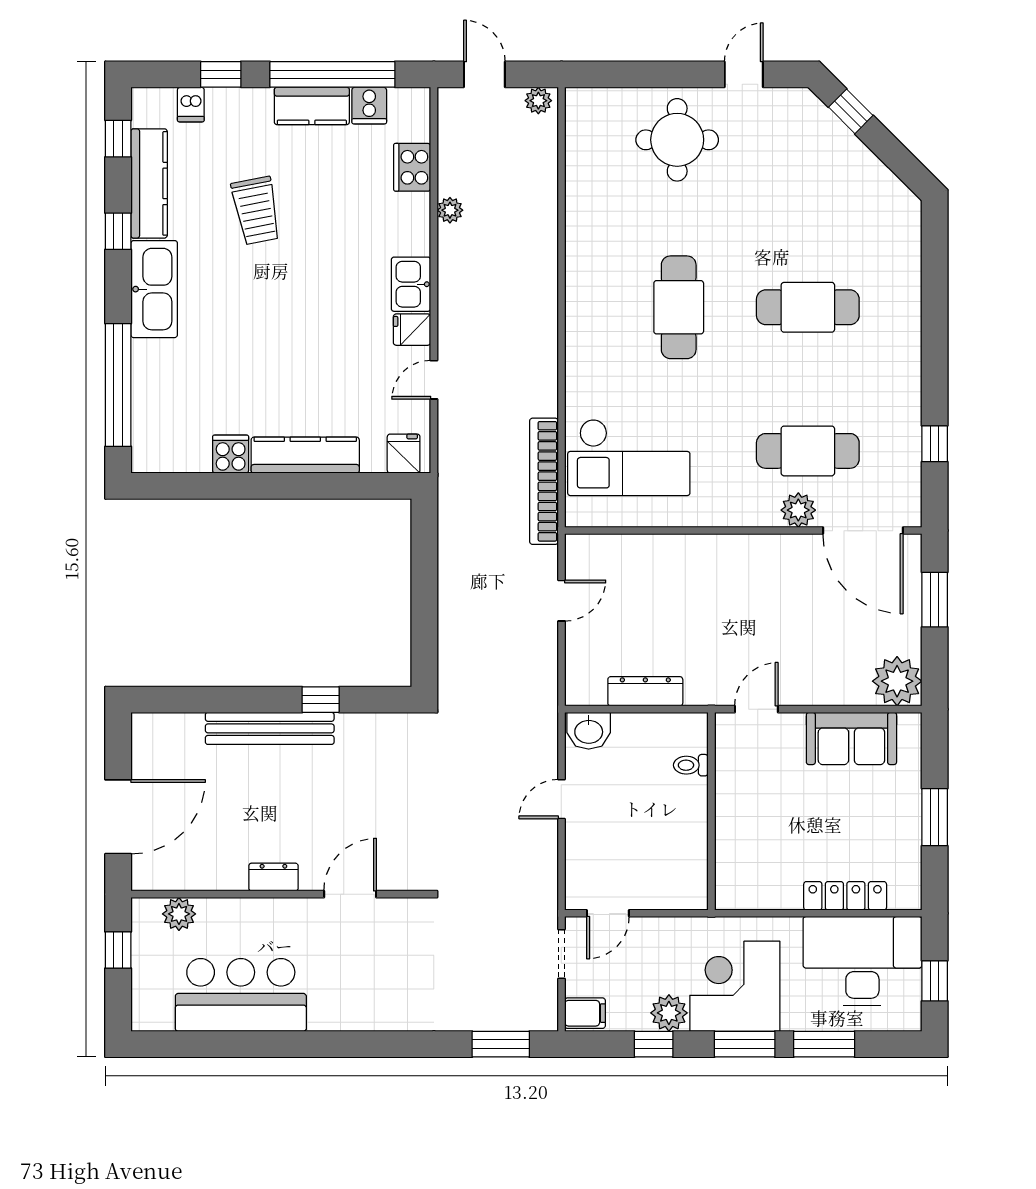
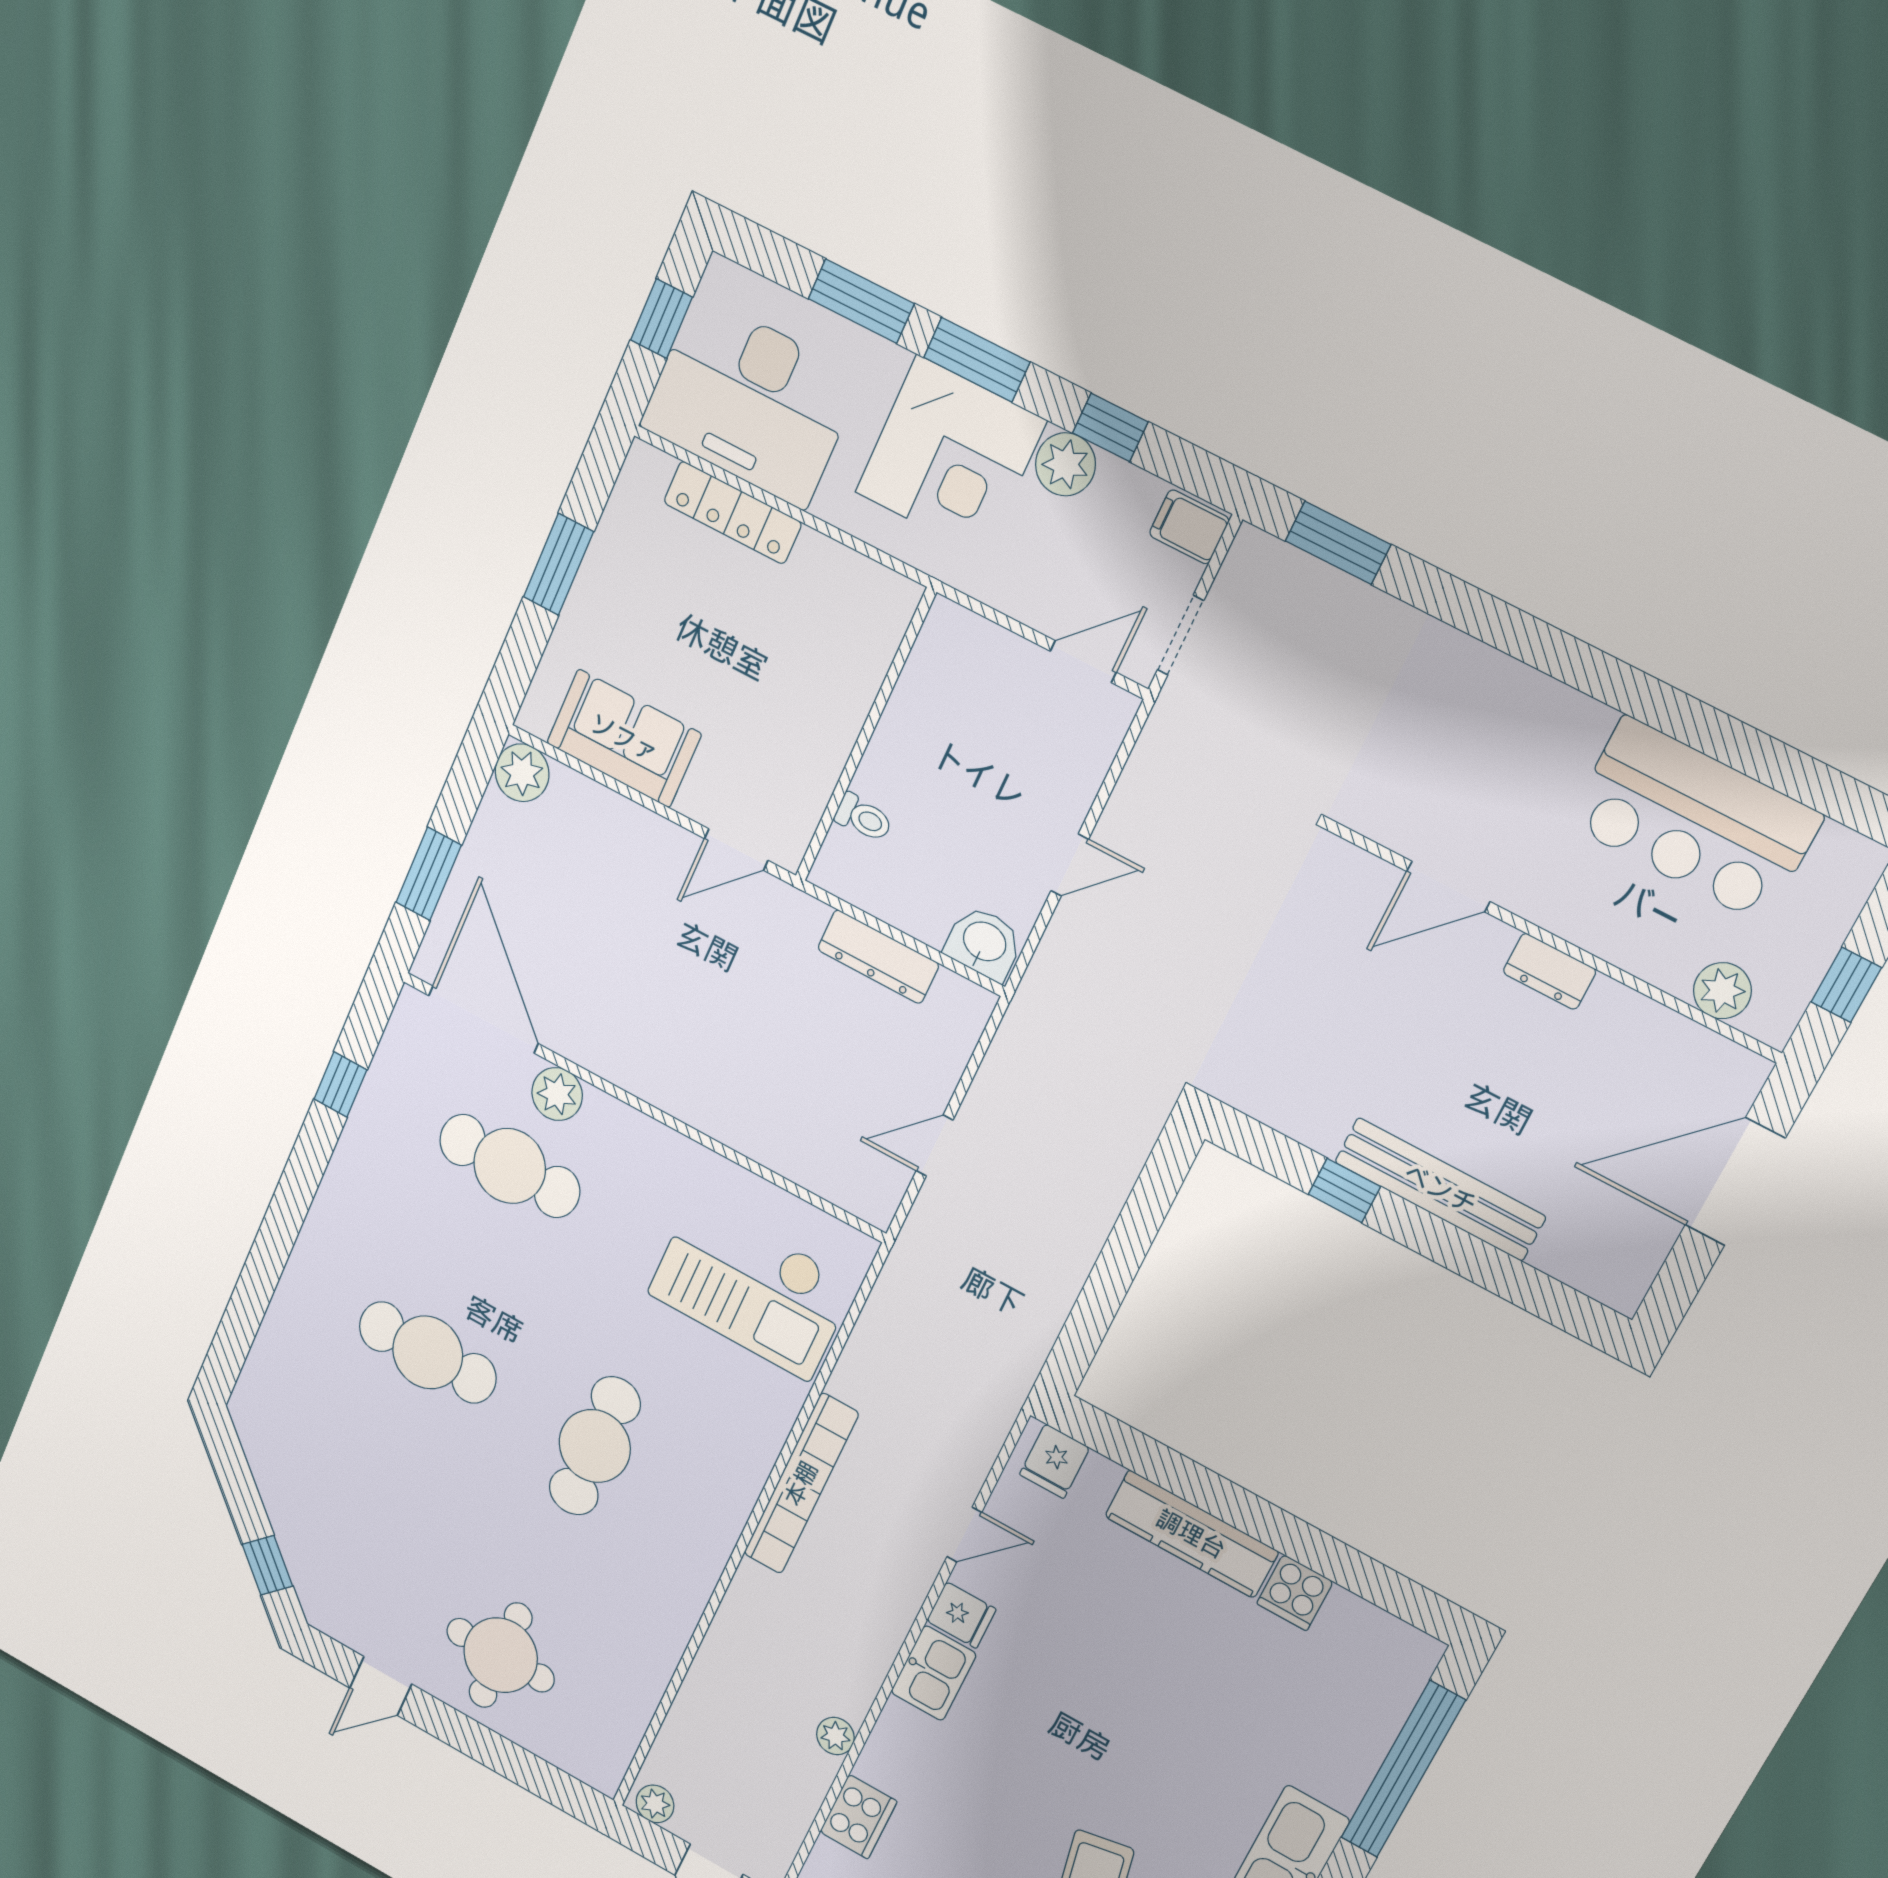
checkout: (629, 457) -> (751, 1288), turned 180
bookcase: (544, 481) -> (801, 1484), moved
plant: (897, 681) -> (522, 773), width x0.73, depth x0.73

